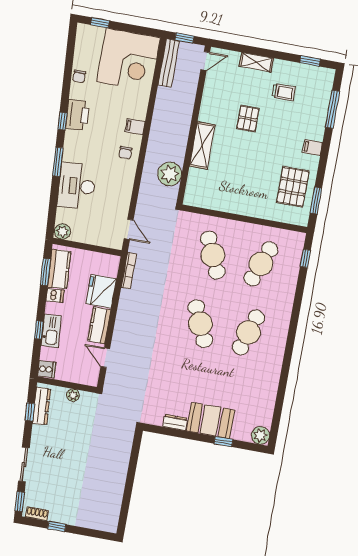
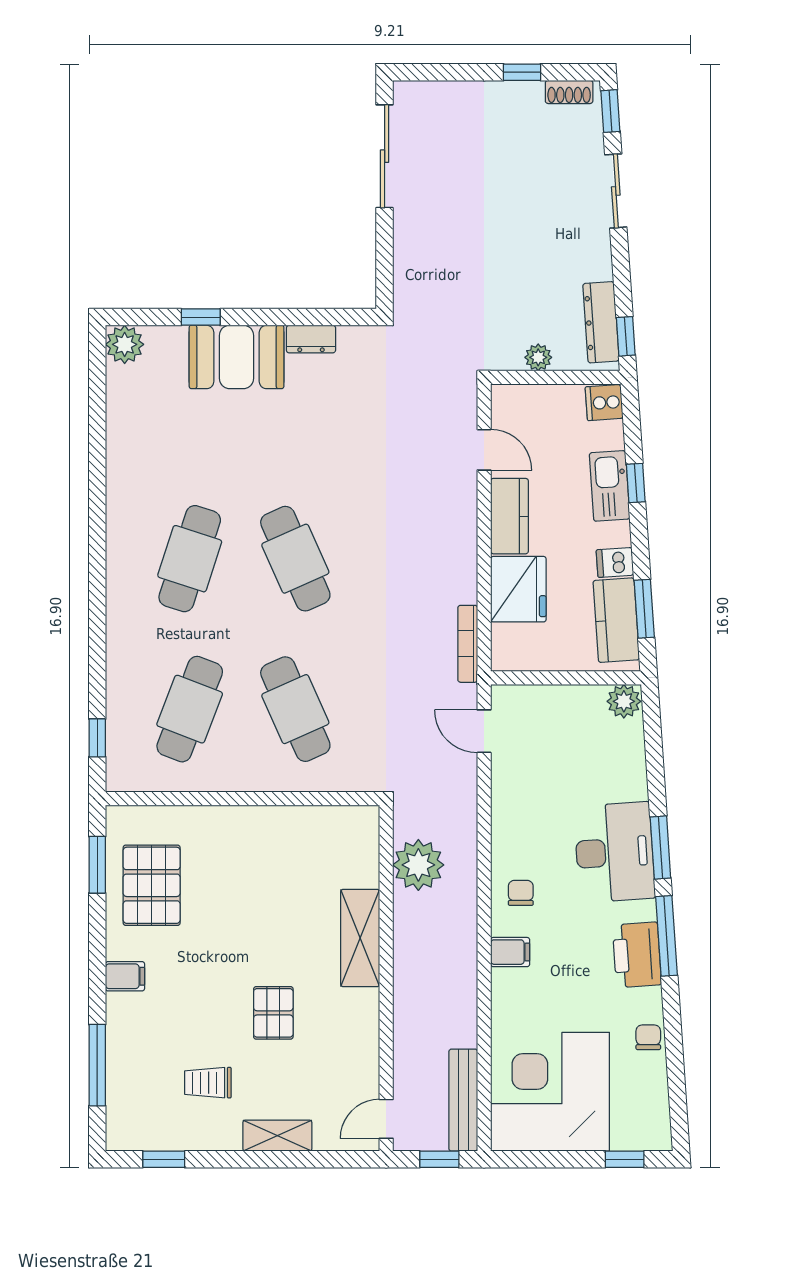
window: (62, 121) -> (667, 936), width x2.17
desk: (77, 186) -> (614, 852), moved
window: (30, 412) -> (626, 336), moved
sliding door: (126, 500) -> (385, 156), added

